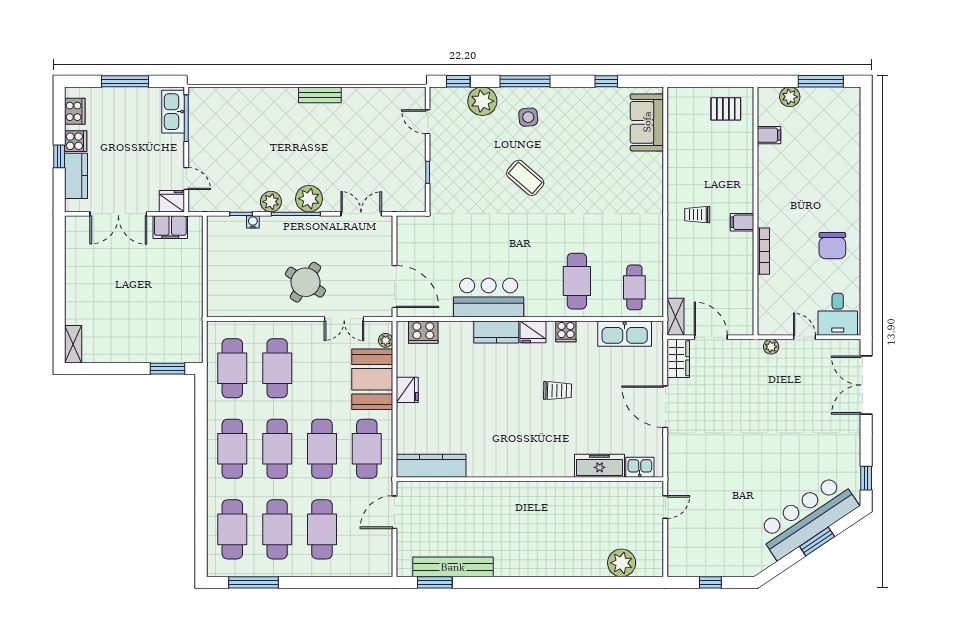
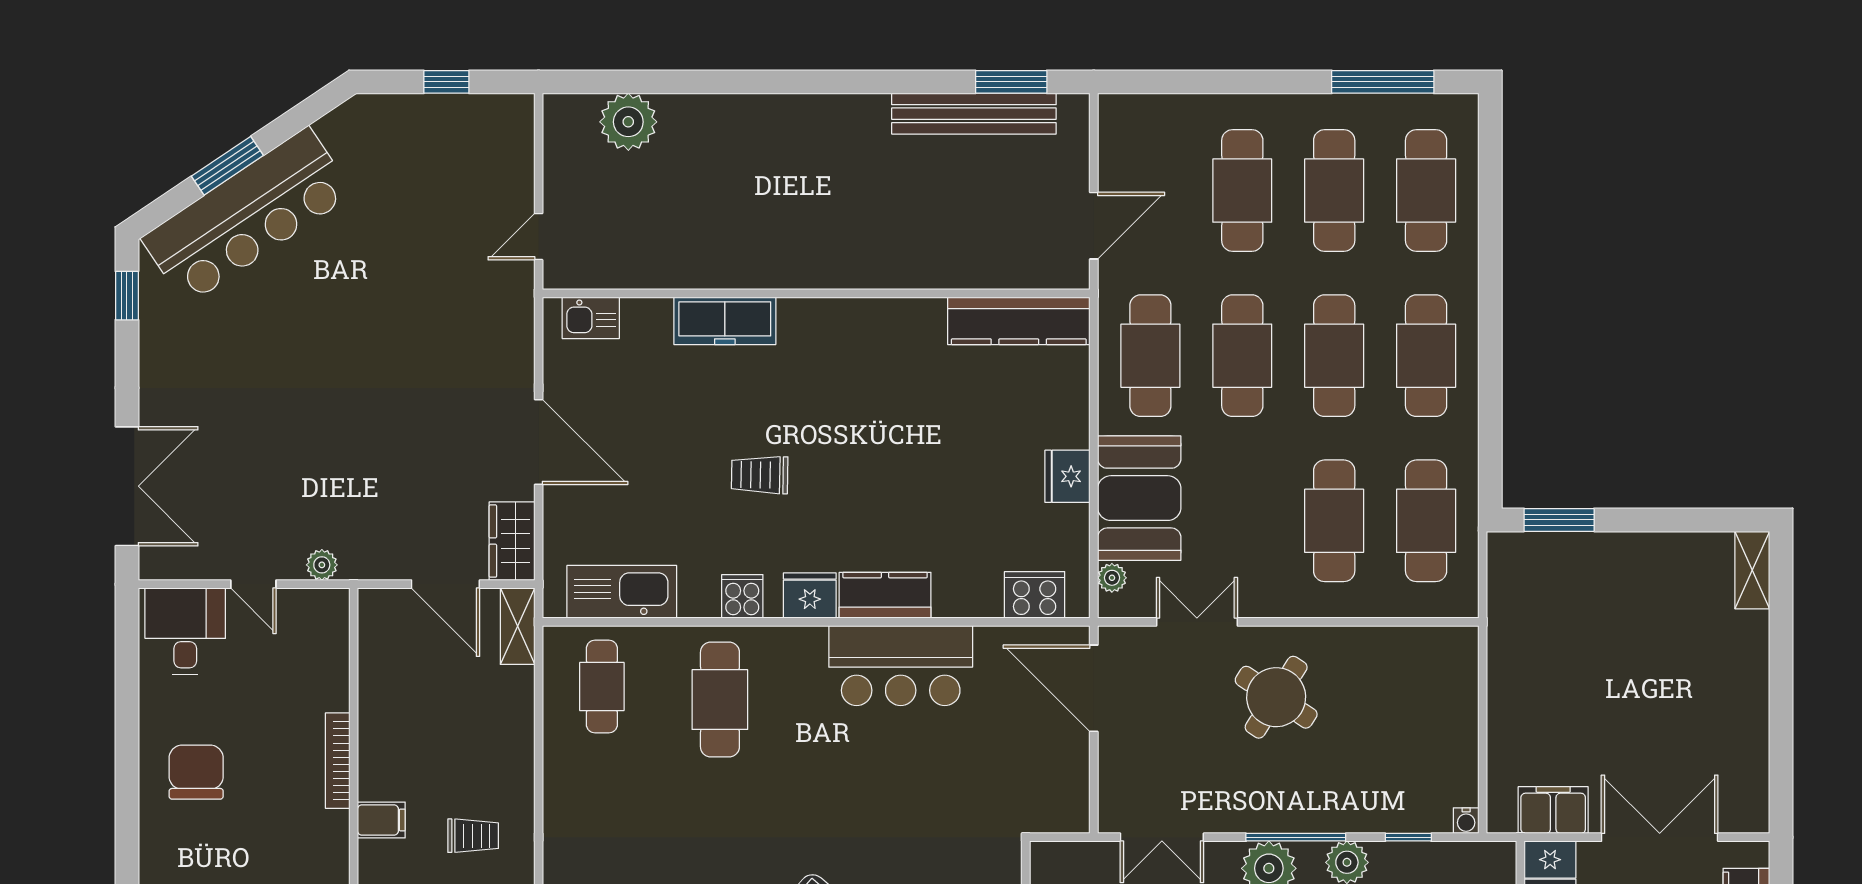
water cooler: (253, 222) -> (1466, 821), moved
freezer: (600, 466) -> (725, 321), moved

